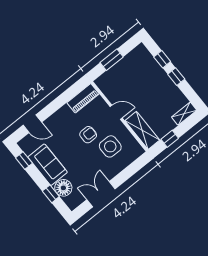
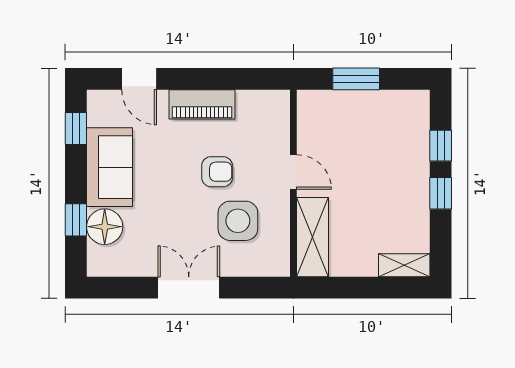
piano: (83, 98) -> (202, 104), moved
window: (170, 139) -> (347, 288), removed
double door: (101, 194) -> (189, 288), moved

